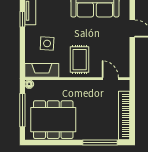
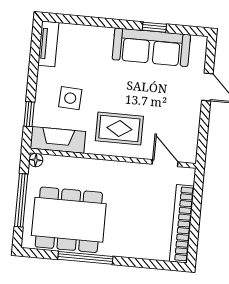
window: (22, 19) -> (29, 114), moved
rug: (80, 60) -> (119, 128), turned 90
window: (100, 143) -> (85, 258), moved

